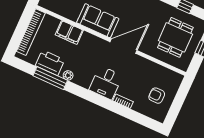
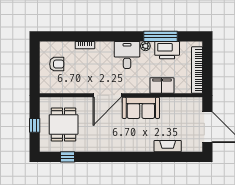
desk: (106, 83) -> (127, 55), moved

